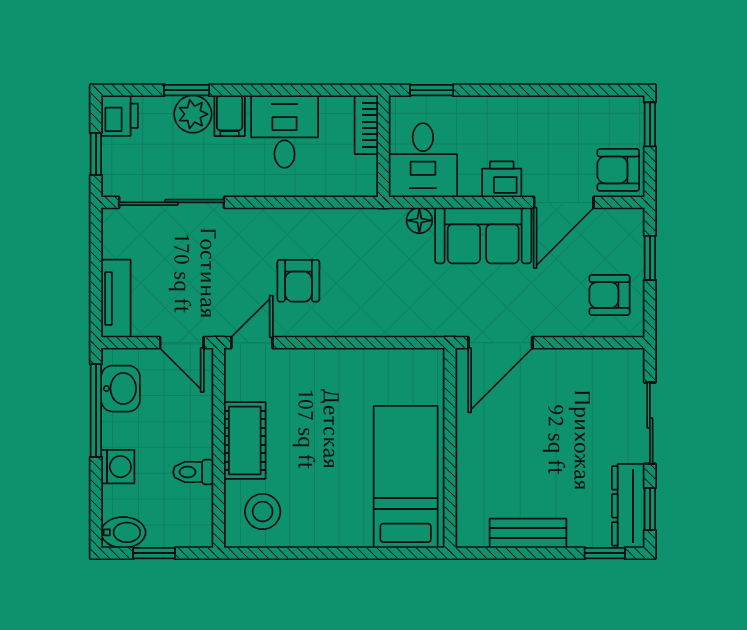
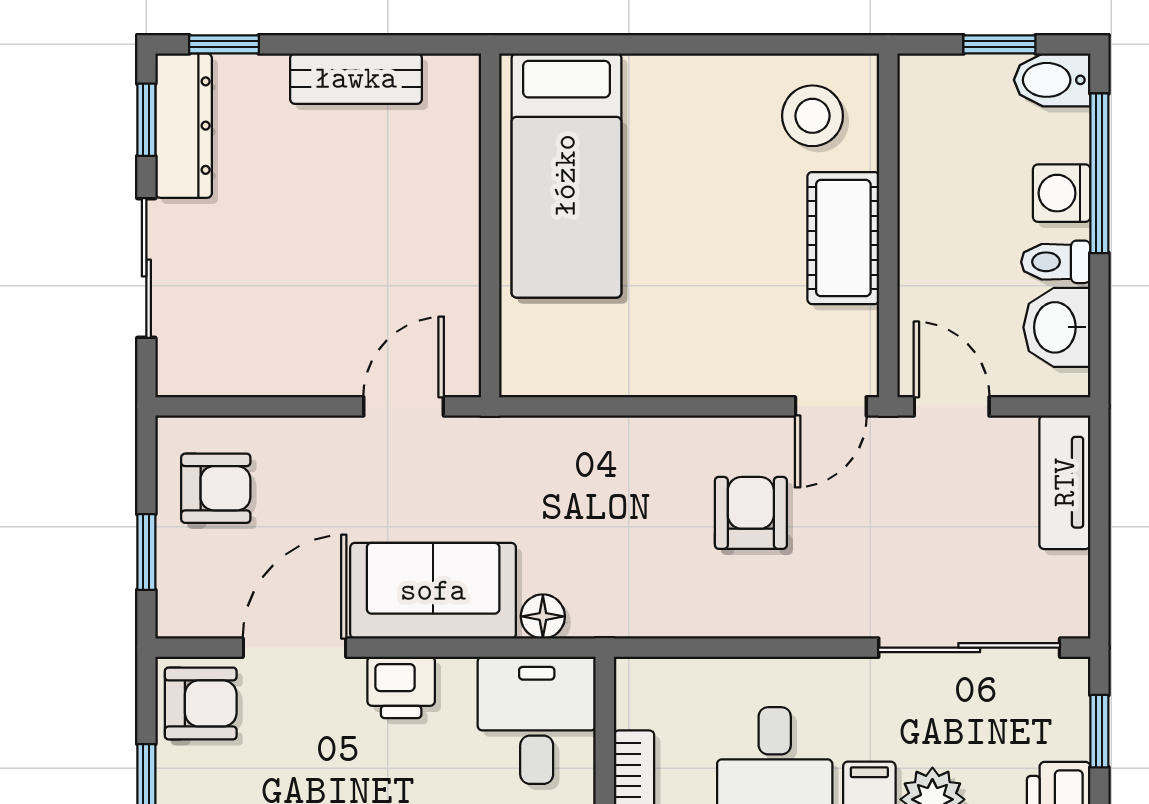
door: (500, 343) -> (404, 406), width x0.73
window: (96, 411) -> (1099, 173), moved
toilet: (193, 472) -> (1056, 262), moved, turned 180

